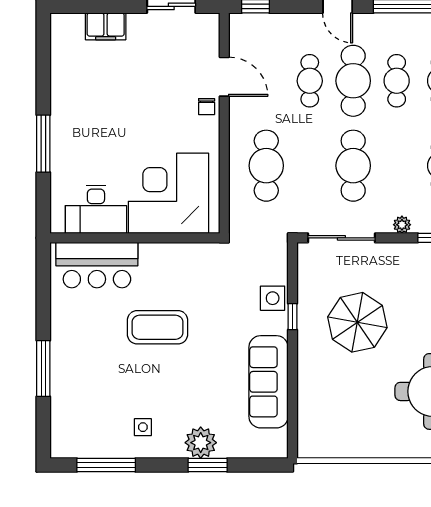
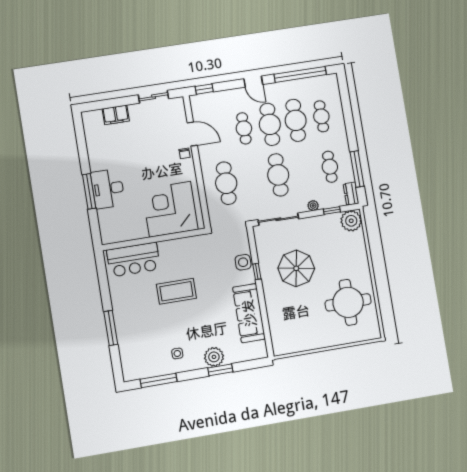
cafe table: (397, 81) -> (296, 120), width x1.37, depth x1.35
desk: (96, 209) -> (108, 189), moved, turned 90

